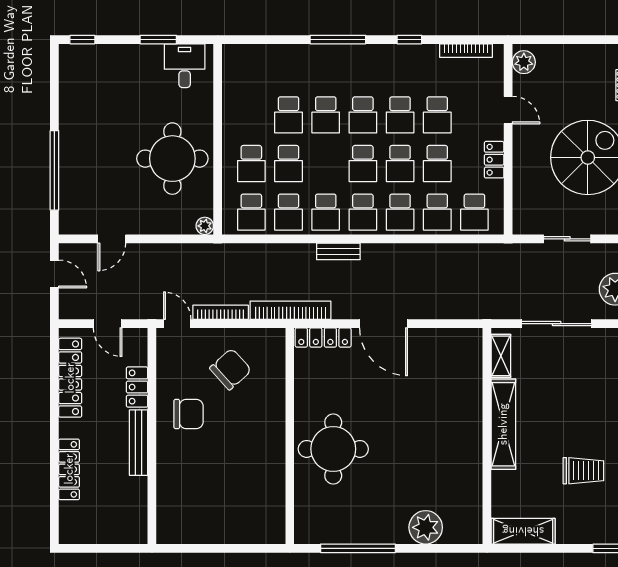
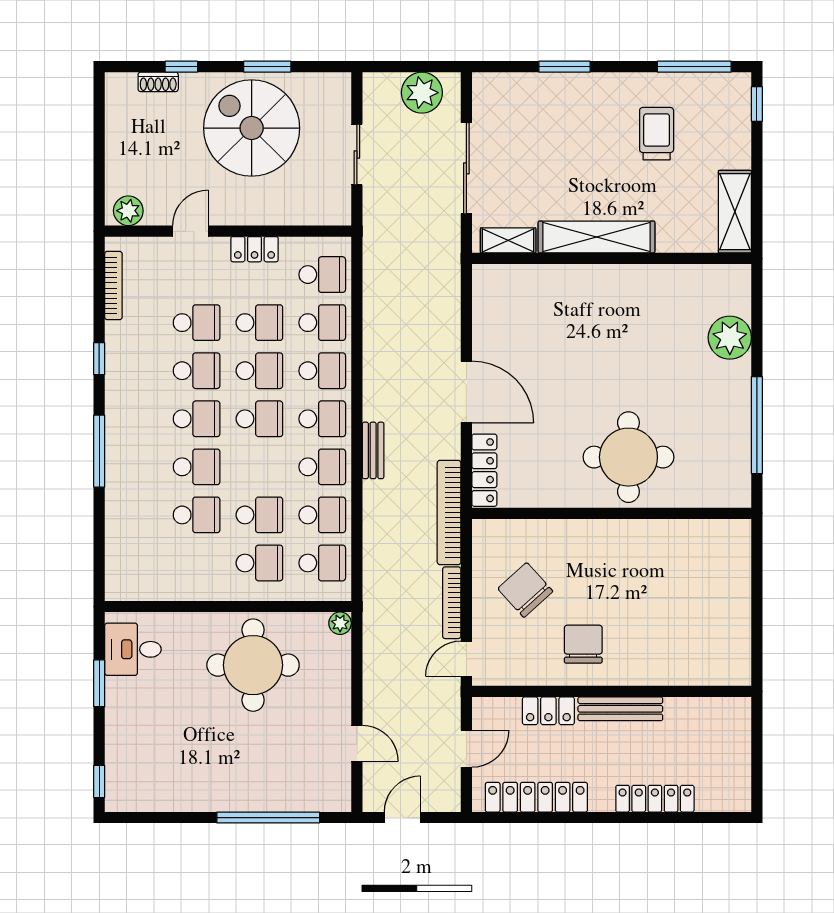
door: (384, 324) -> (466, 392), hinge flipped

